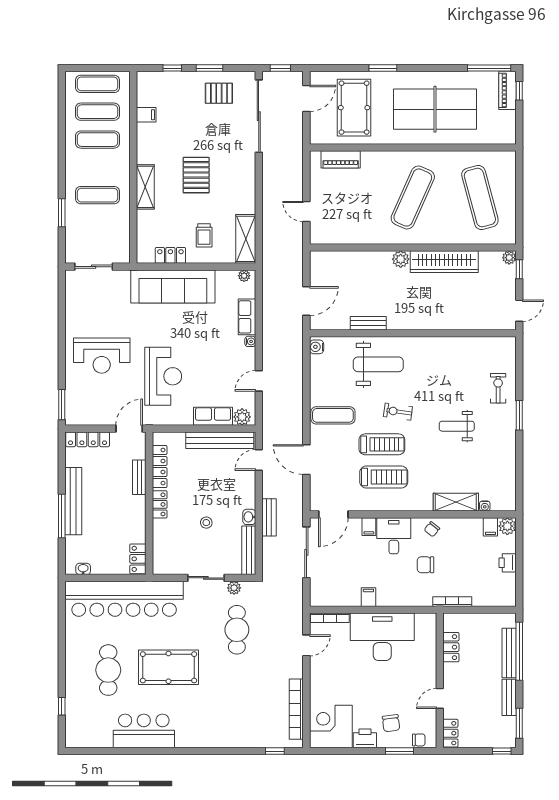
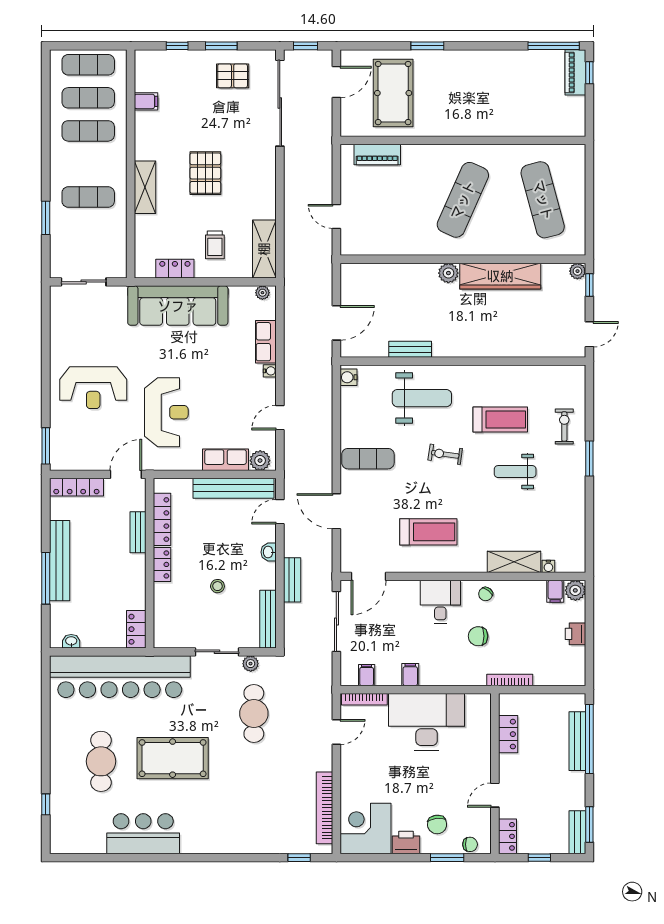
table tennis table: (435, 109) -> (489, 95), removed
treadmill: (382, 444) -> (500, 419), moved
washbasin: (249, 517) -> (269, 552), moved
filing cabinet: (369, 527) -> (367, 675), moved, turned 180
bench: (509, 697) -> (577, 832), moved
window: (502, 751) -> (539, 858), moved

